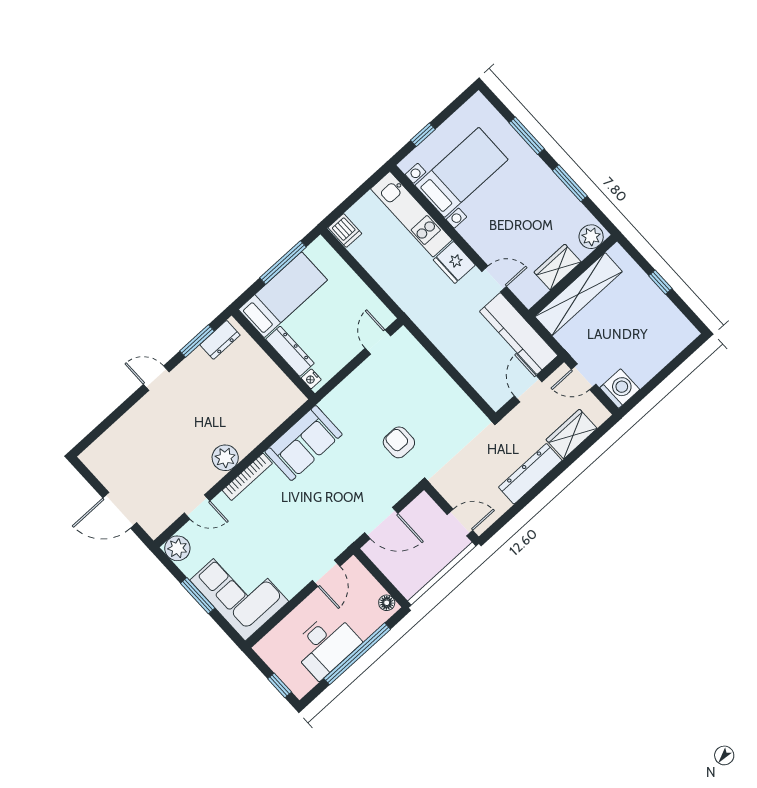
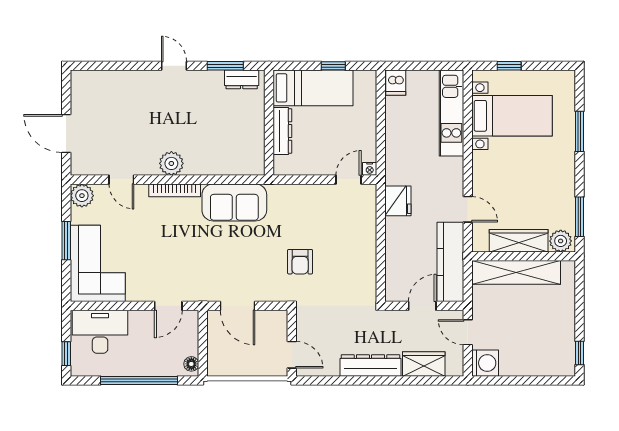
window: (570, 183) -> (579, 217), moved
window: (283, 262) -> (333, 66), width x0.46
fridge: (454, 262) -> (398, 201), moved, turned 180
wardrobe: (558, 267) -> (519, 241), width x1.50
window: (660, 282) -> (579, 353), moved
nightstand: (311, 379) -> (370, 169), moved, turned -90
armchair: (399, 442) -> (300, 262), turned 180
desk: (326, 645) -> (100, 332), moved, turned 180

